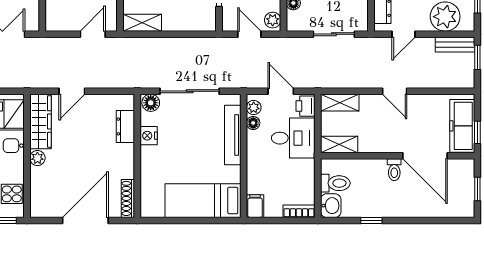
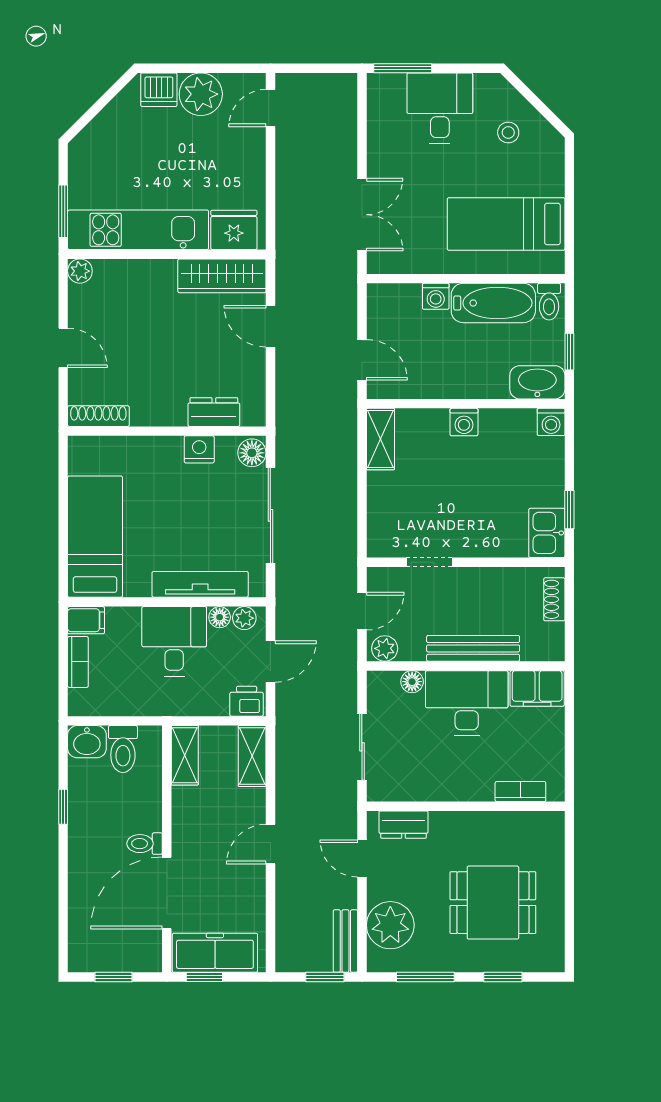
desk: (293, 138) -> (174, 641), moved, turned 180
plant: (37, 158) -> (80, 271), moved
bookcase: (299, 211) -> (78, 662), moved
door: (85, 220) -> (63, 348), width x0.53

